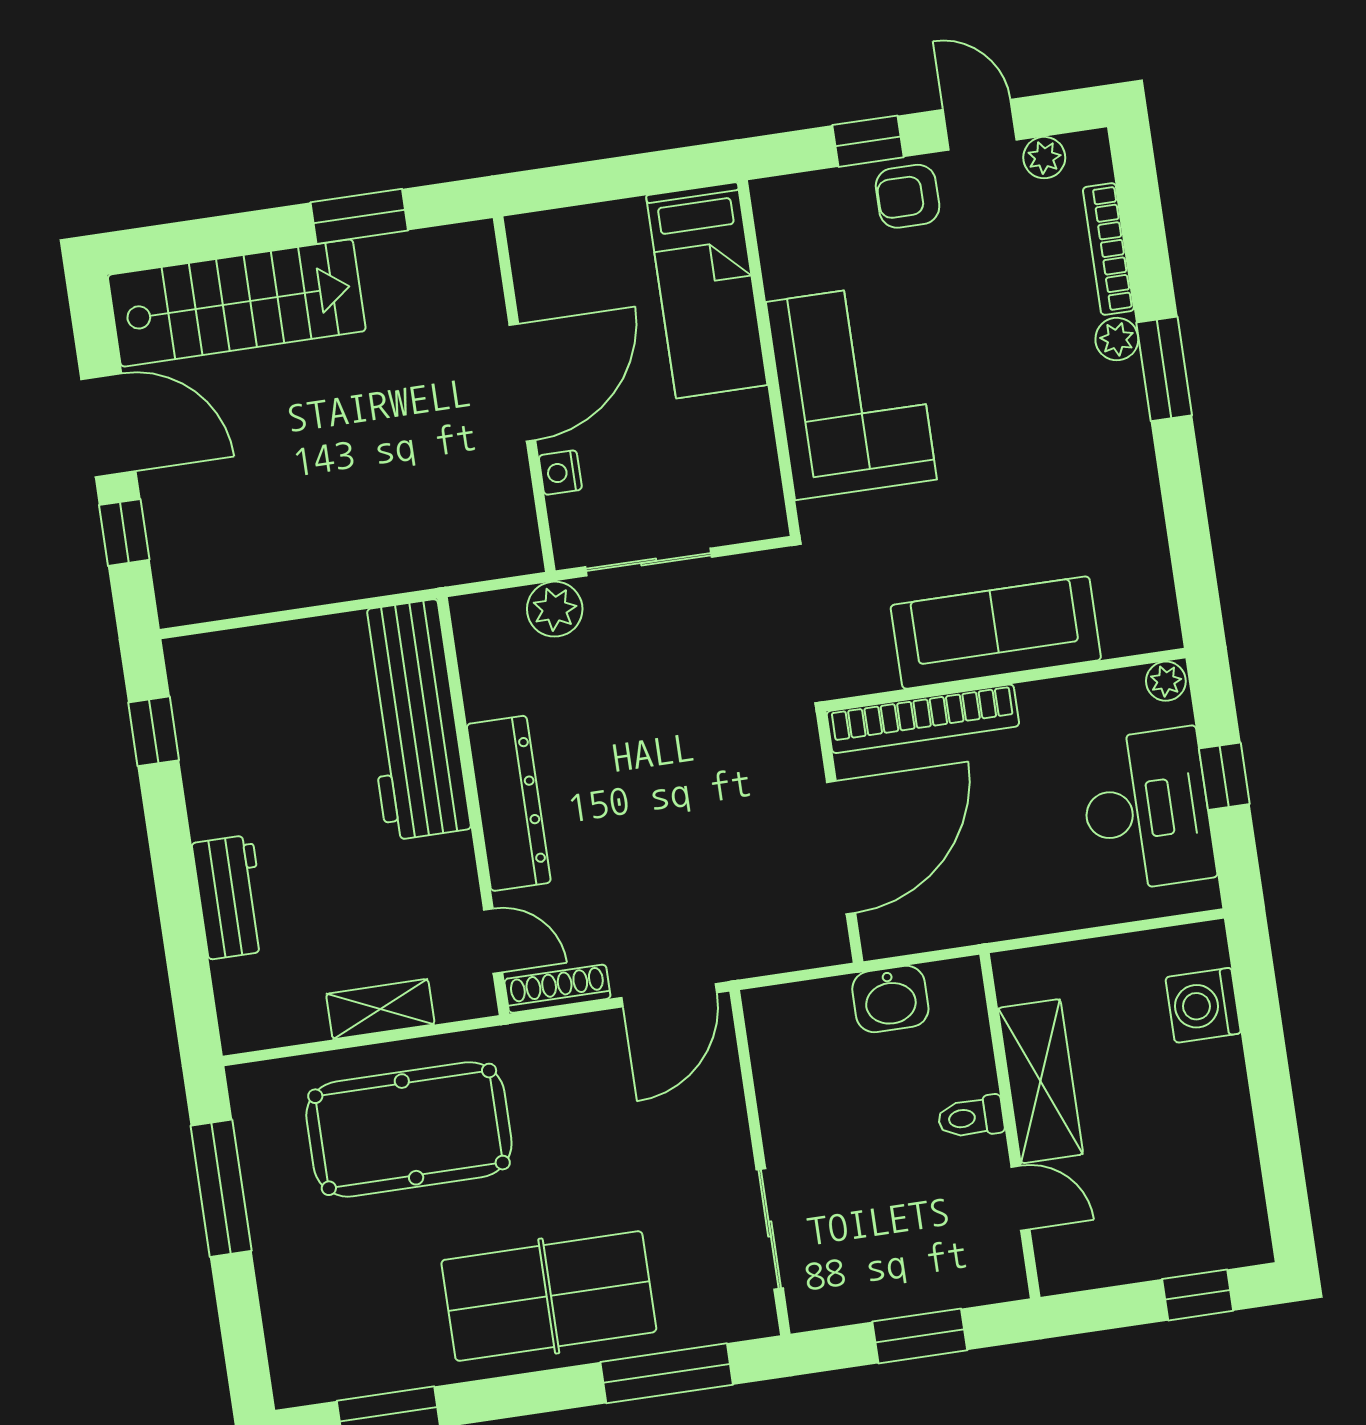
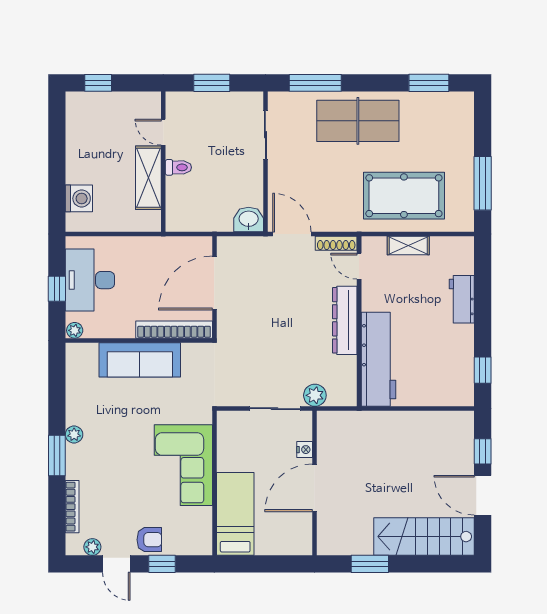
plant: (1117, 339) -> (74, 435), moved
door: (669, 995) -> (292, 234), hinge flipped
washbasin: (890, 999) -> (249, 219), moved

